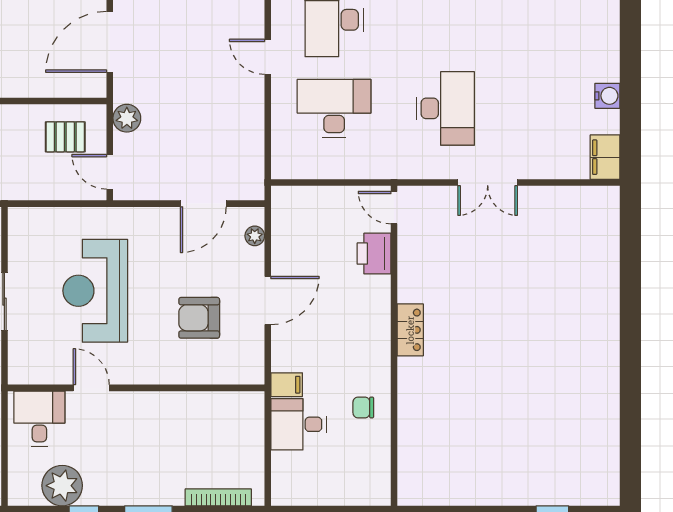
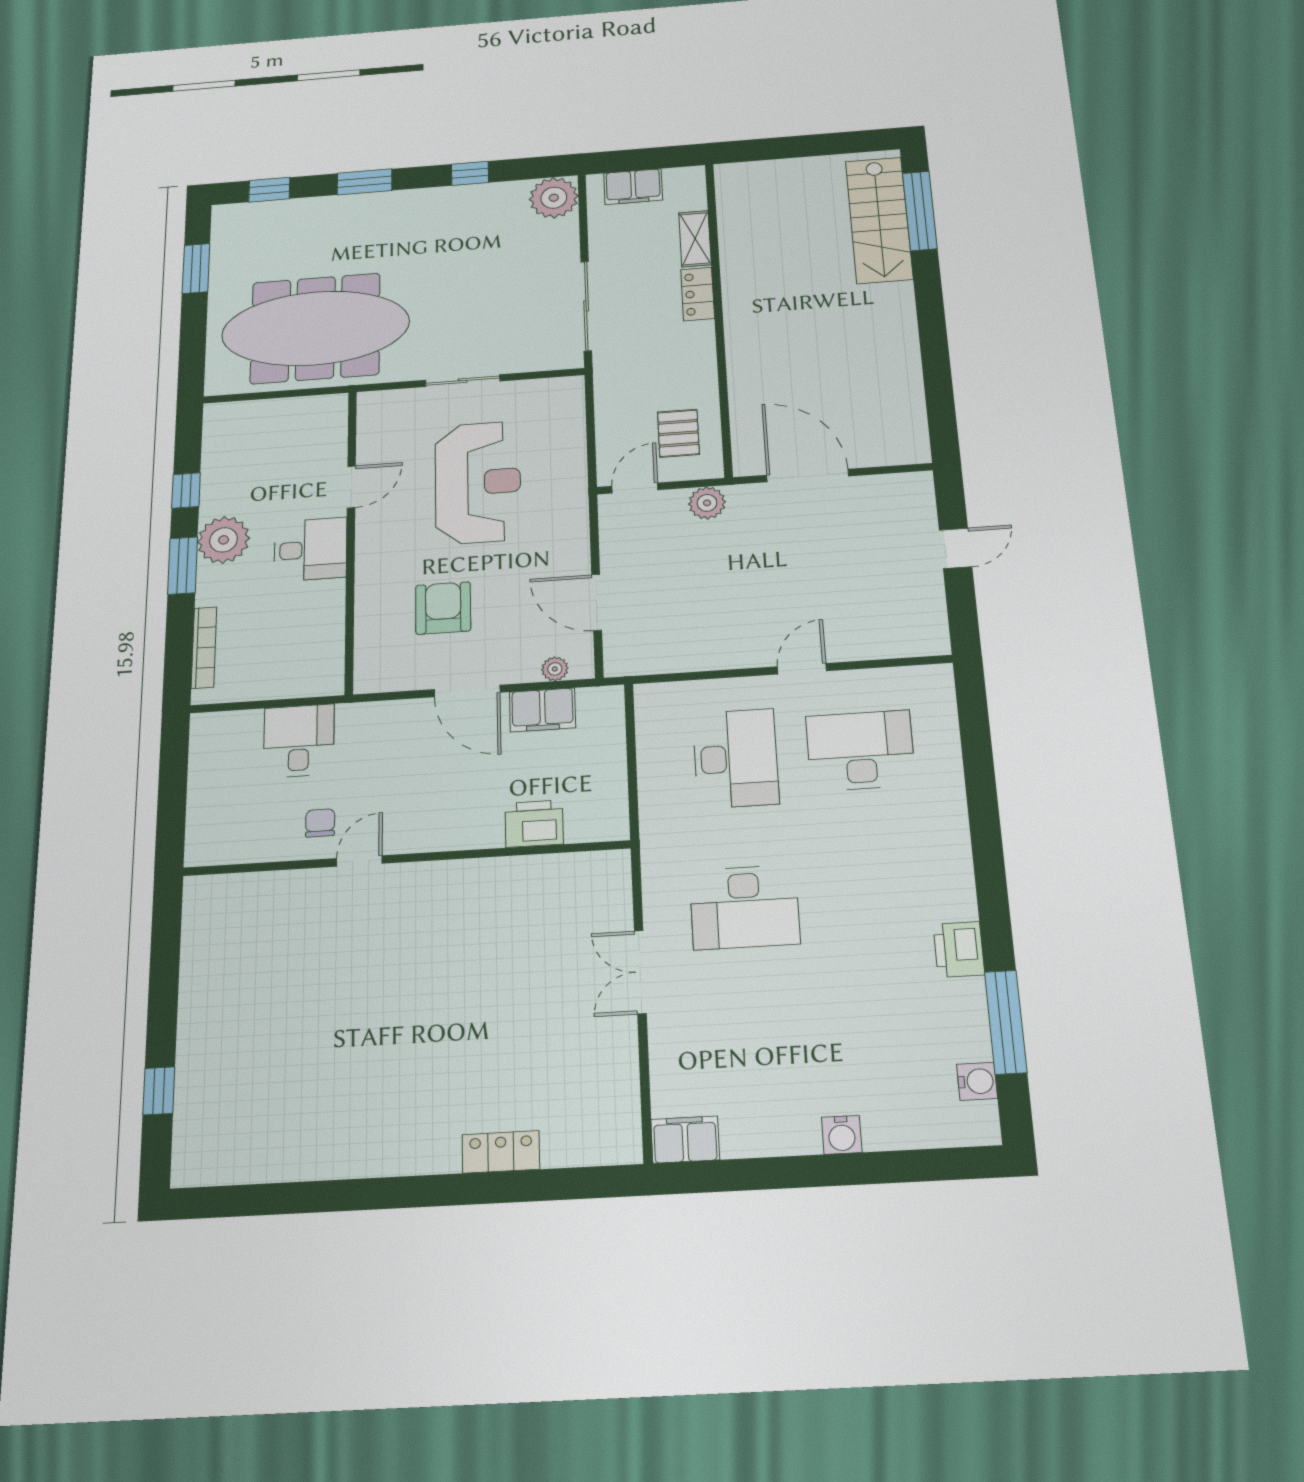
water cooler: (607, 96) -> (842, 1135), moved
door: (394, 208) -> (359, 861), moved
reception desk: (95, 291) -> (478, 482), turned 90
locker: (410, 330) -> (501, 1152), moved, turned 180
filing cabinet: (287, 385) -> (542, 710), moved, width x2.00
desk: (39, 419) -> (310, 549), moved
plant: (62, 486) -> (224, 540), moved

